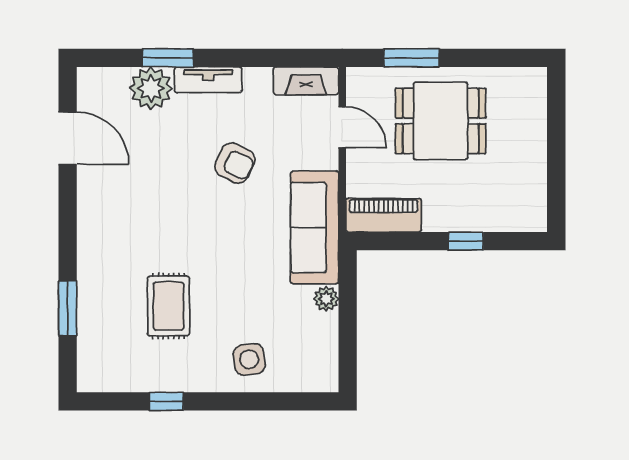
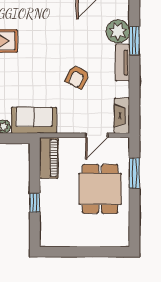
sofa: (315, 227) -> (34, 120), width x0.73

